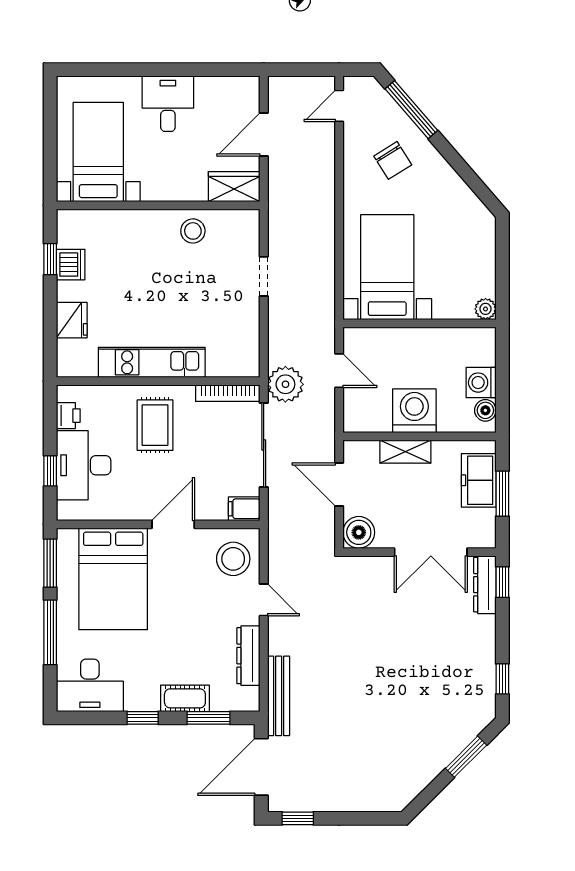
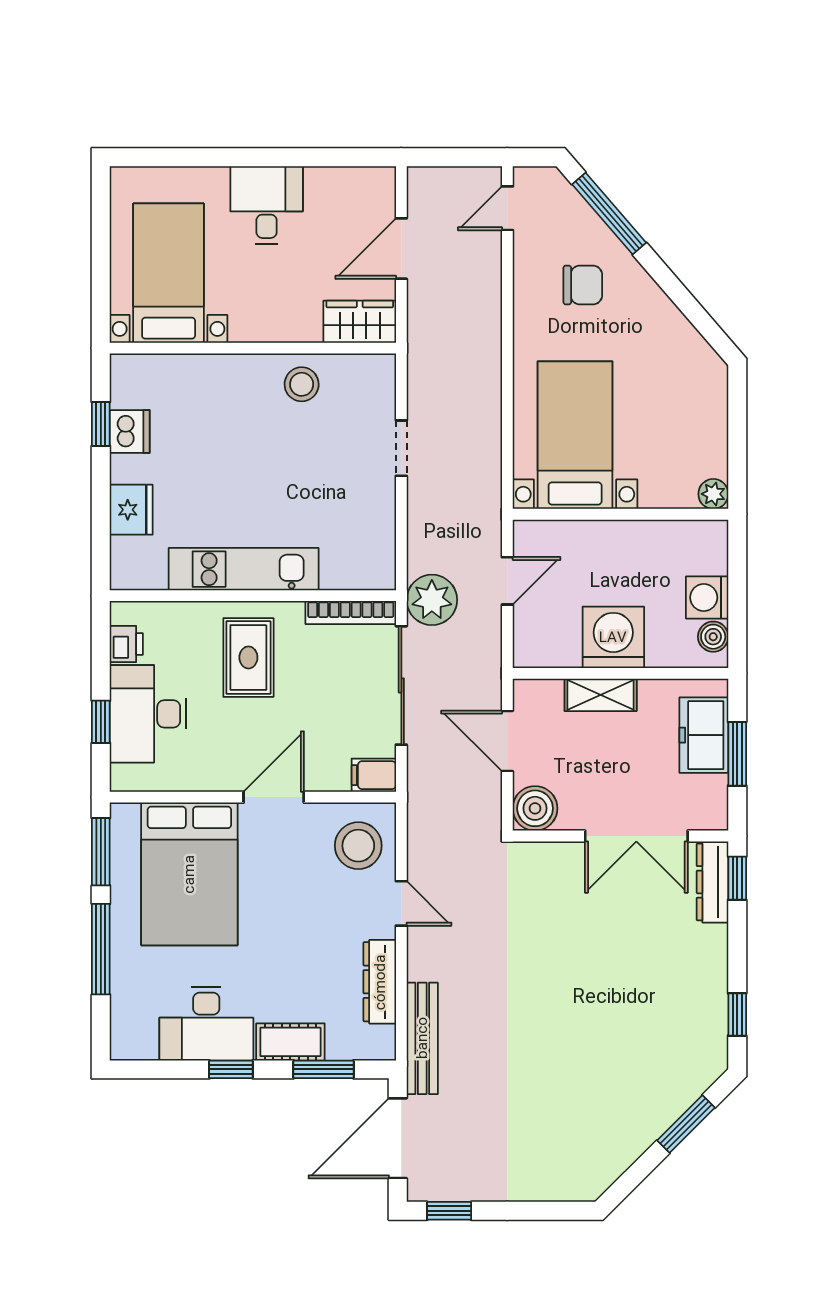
chair: (393, 160) -> (583, 285), turned -58
door: (339, 371) -> (507, 581), hinge flipped
desk: (90, 685) -> (206, 1024), moved

